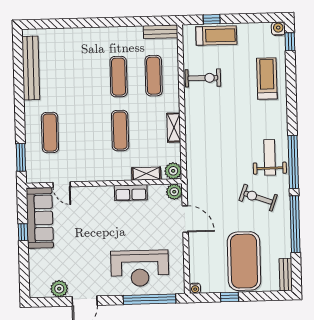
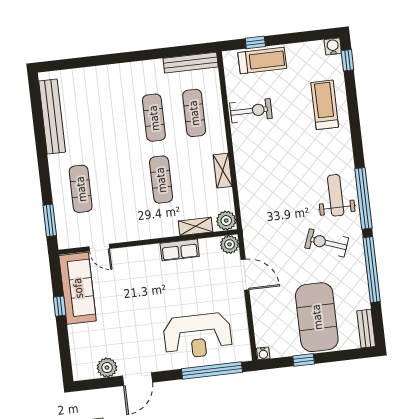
bench: (161, 32) -> (191, 63), width x1.36

